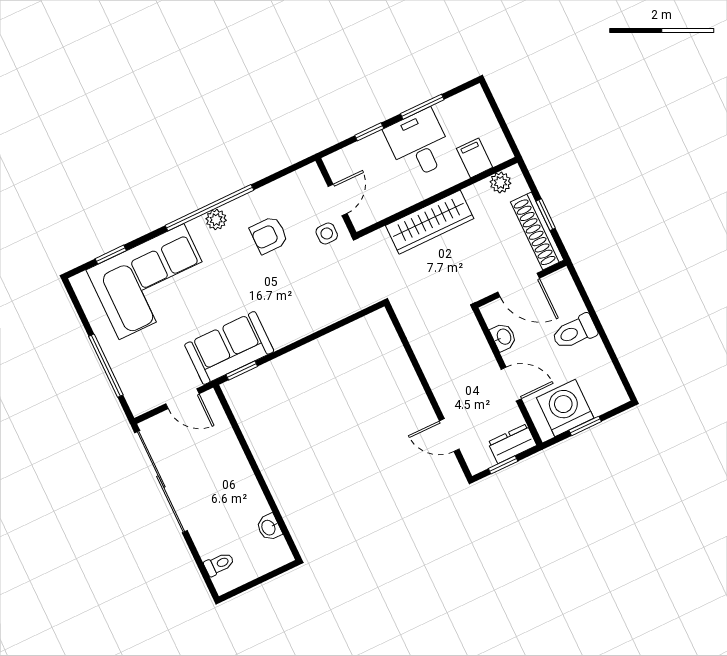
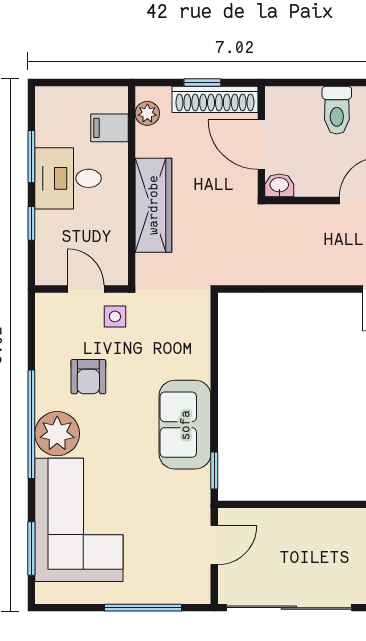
plant: (216, 220) -> (57, 434), width x1.87, depth x1.87
window: (111, 255) -> (31, 548), width x1.50
door: (519, 285) -> (261, 145), swing flipped
washbasin: (504, 337) -> (279, 185), moved
sofa: (229, 348) -> (185, 425), moved

